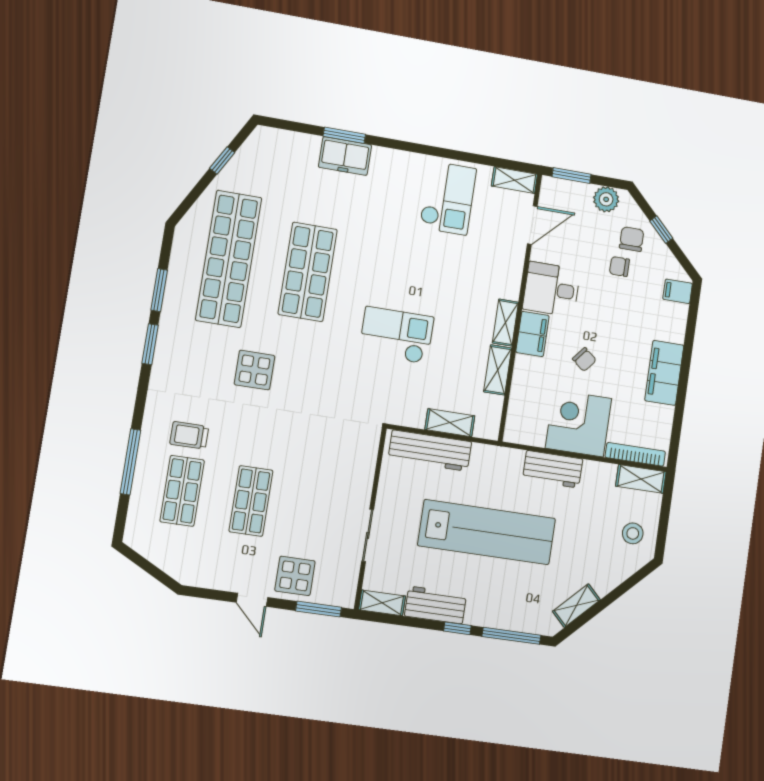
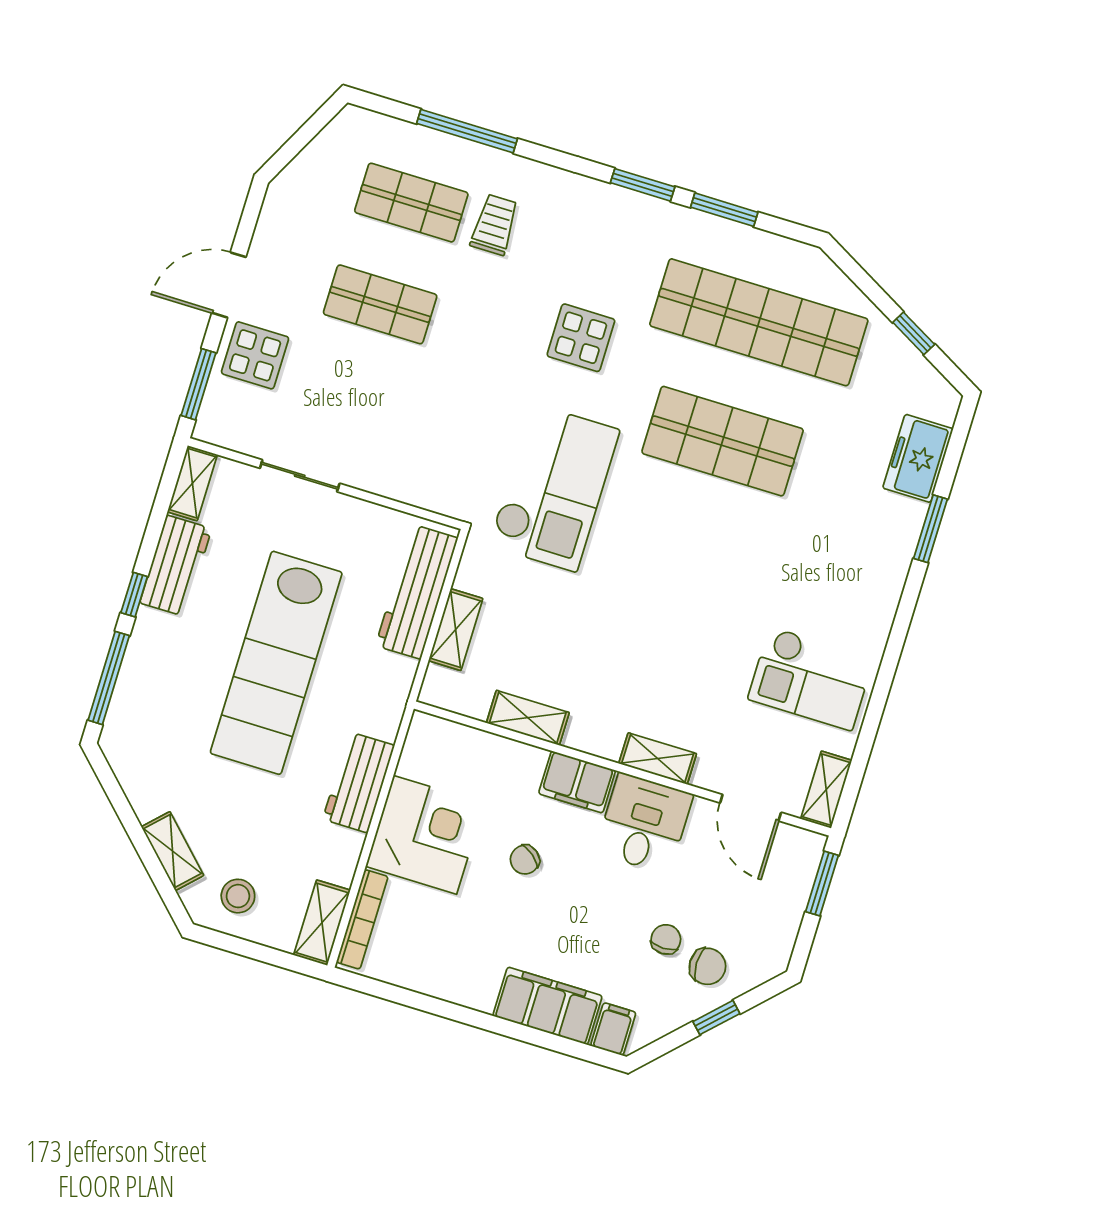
freezer: (345, 156) -> (918, 458), moved
plant: (606, 199) -> (777, 934), removed
shelving: (505, 323) -> (658, 759), moved
checkout: (396, 335) -> (554, 488), moved, width x1.36, depth x1.21
filing cabinet: (664, 373) -> (547, 1006), moved
door: (252, 600) -> (229, 285), width x1.38
shelving: (576, 606) -> (172, 851), moved

